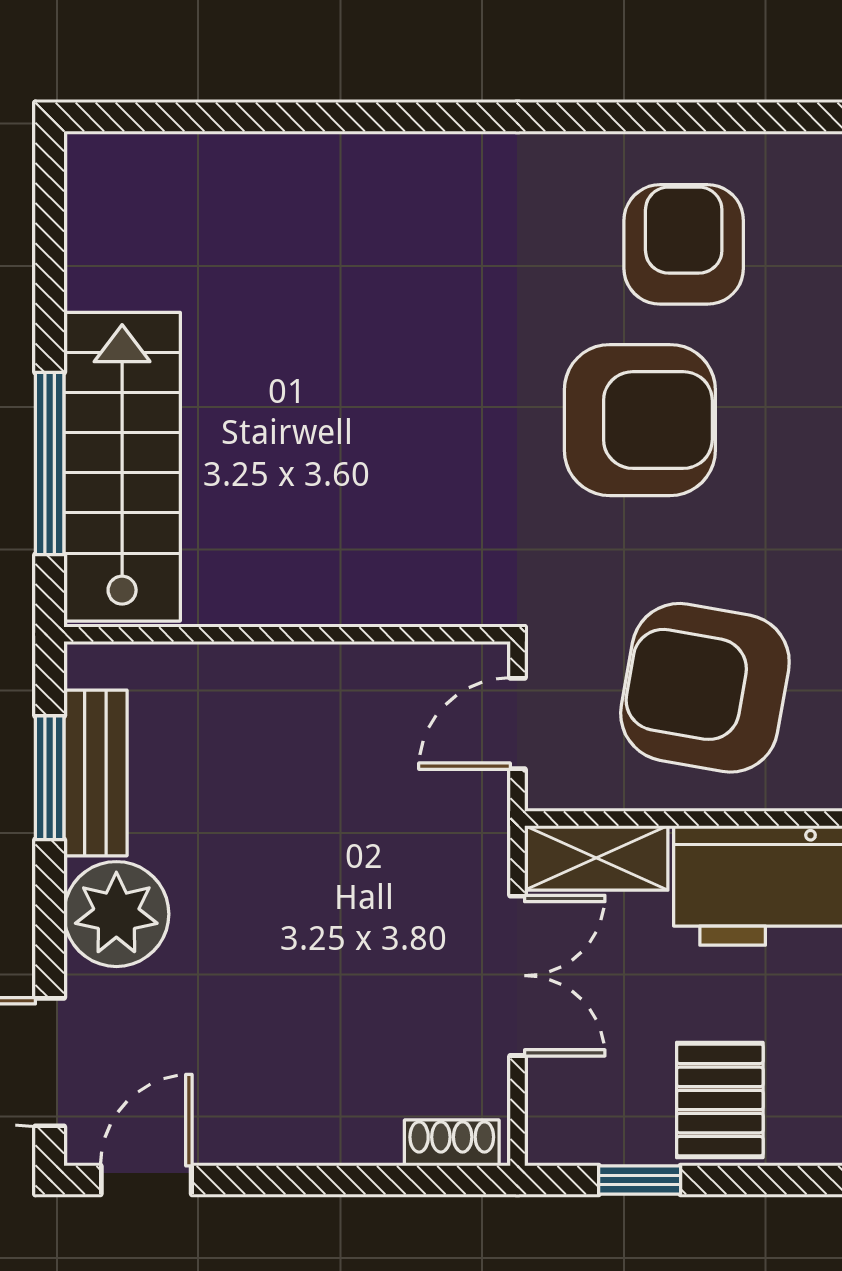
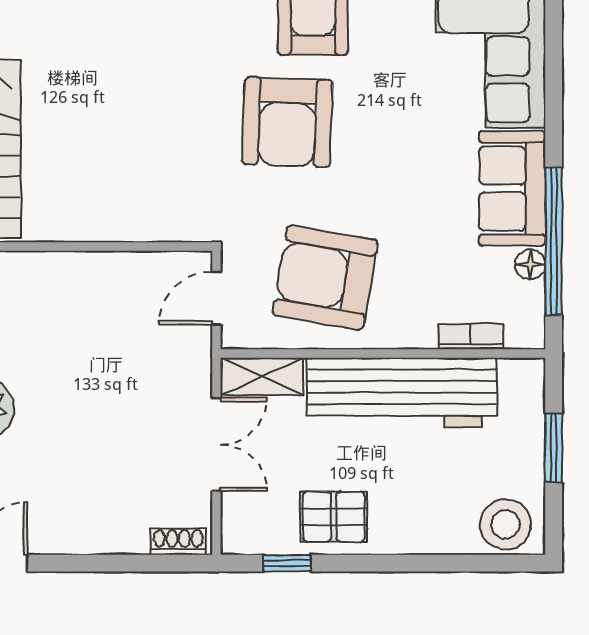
armchair: (640, 420) -> (287, 122), turned 92
pallet: (720, 1100) -> (334, 517), turned 90

